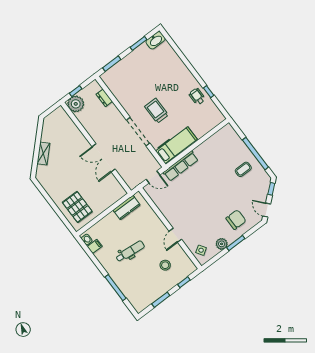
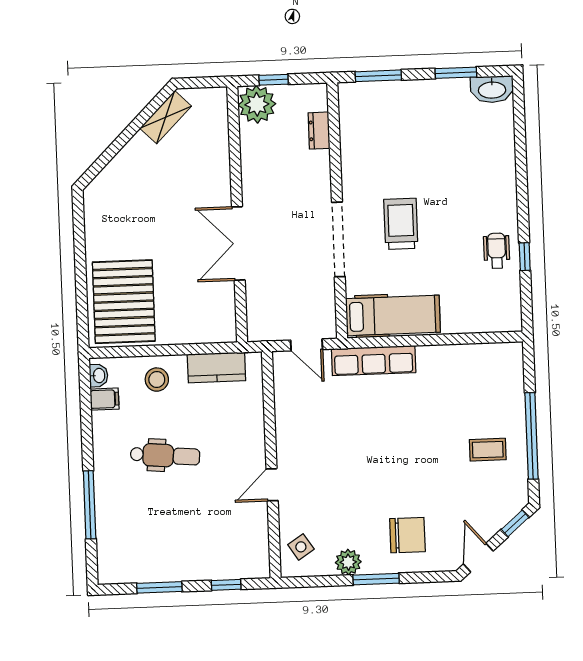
shelving: (43, 153) -> (166, 117), moved
pallet: (77, 207) -> (124, 302), width x1.37, depth x1.41
stool: (165, 265) -> (157, 380), moved

